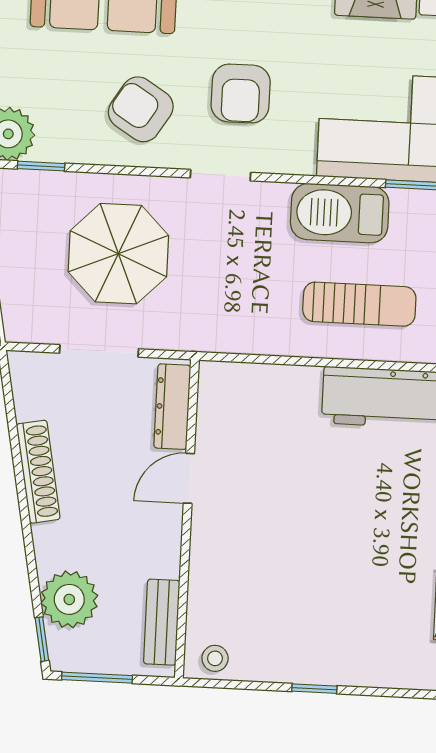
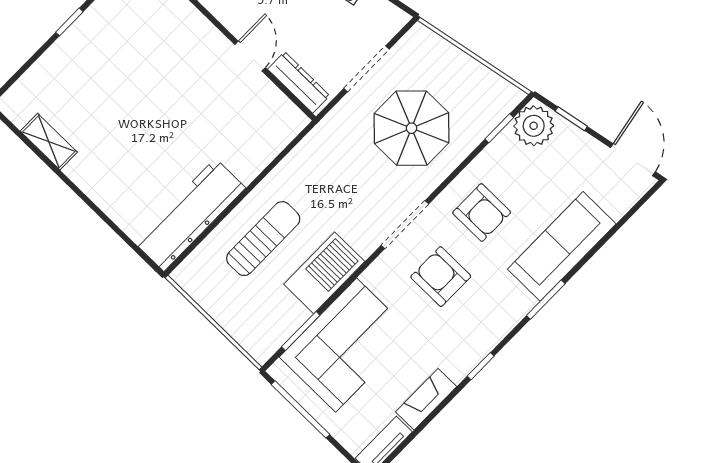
armchair: (141, 109) -> (482, 213), turned 58
doorway: (220, 175) -> (405, 225), width x1.38
sun lounger: (359, 304) -> (263, 239), turned 180

